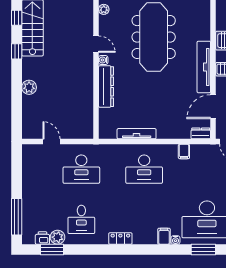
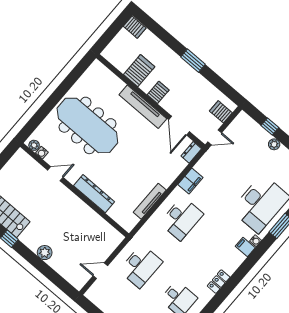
water cooler: (103, 60) -> (42, 153), moved
filing cabinet: (184, 151) -> (190, 181), width x2.00

